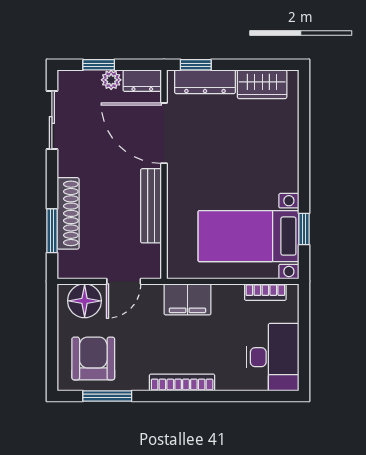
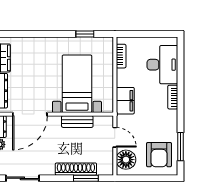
bench: (151, 206) -> (77, 122), width x0.73
bed with nightstands: (248, 236) -> (77, 84), moved, turned 180
desk: (273, 357) -> (162, 65), moved, turned 90
armchair: (93, 359) -> (159, 155), turned -90
bookcase: (182, 382) -> (173, 97), width x0.64

